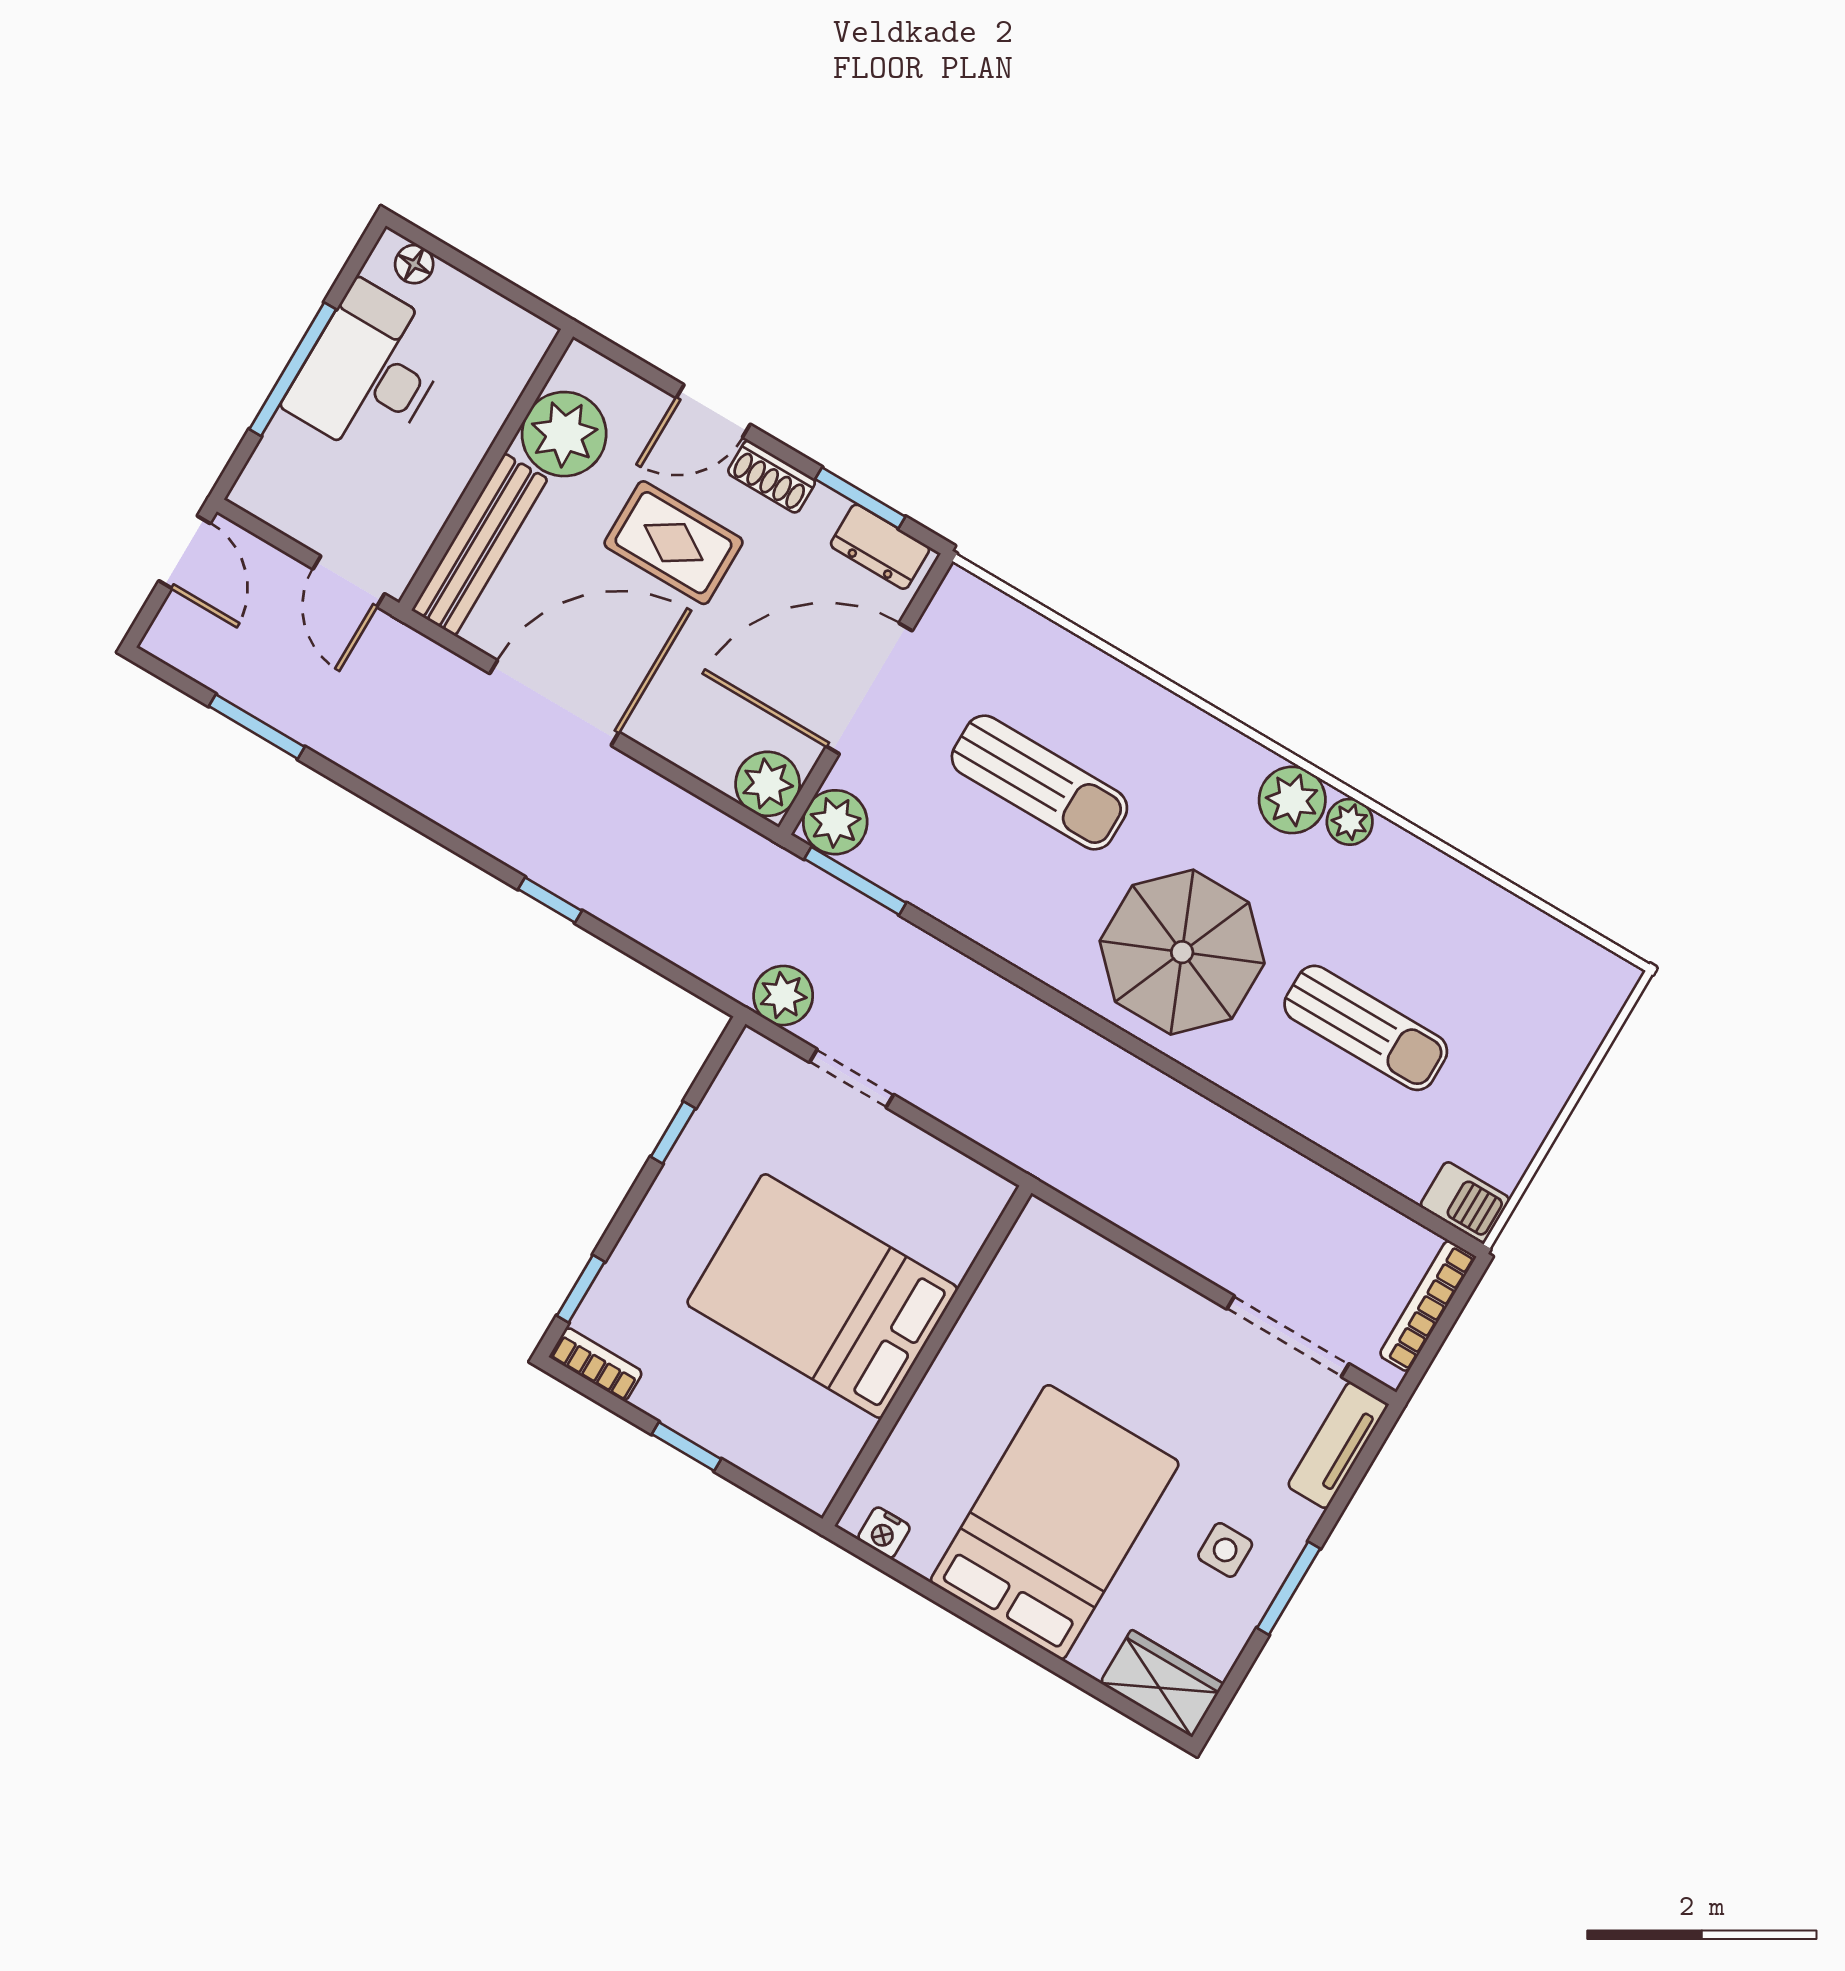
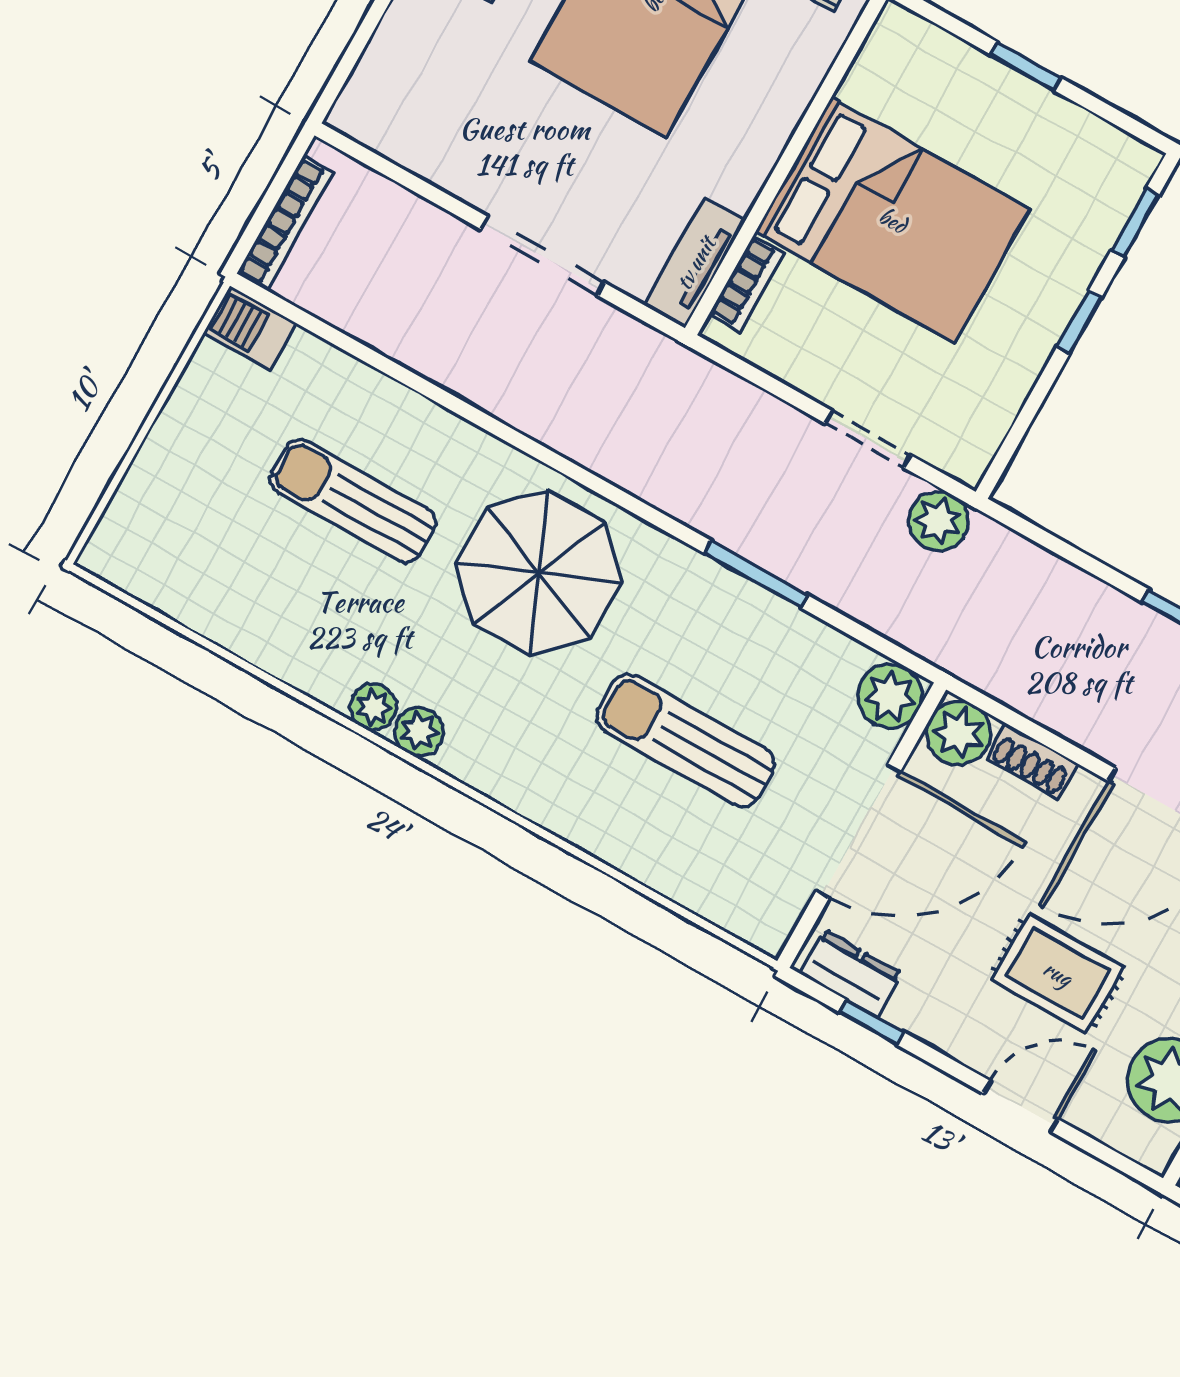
shoe rack: (772, 477) -> (1032, 761), moved, turned 180
window: (860, 498) -> (871, 1022), width x0.67
plant: (1292, 800) -> (419, 731), width x0.73, depth x0.73
window: (855, 881) -> (756, 574), moved
window: (673, 1133) -> (1079, 322), moved
doorway: (1288, 1336) -> (543, 256), moved
bookcase: (596, 1364) -> (747, 283), moved, turned -90
tv unit: (1338, 1445) -> (695, 263), moved, turned 180

